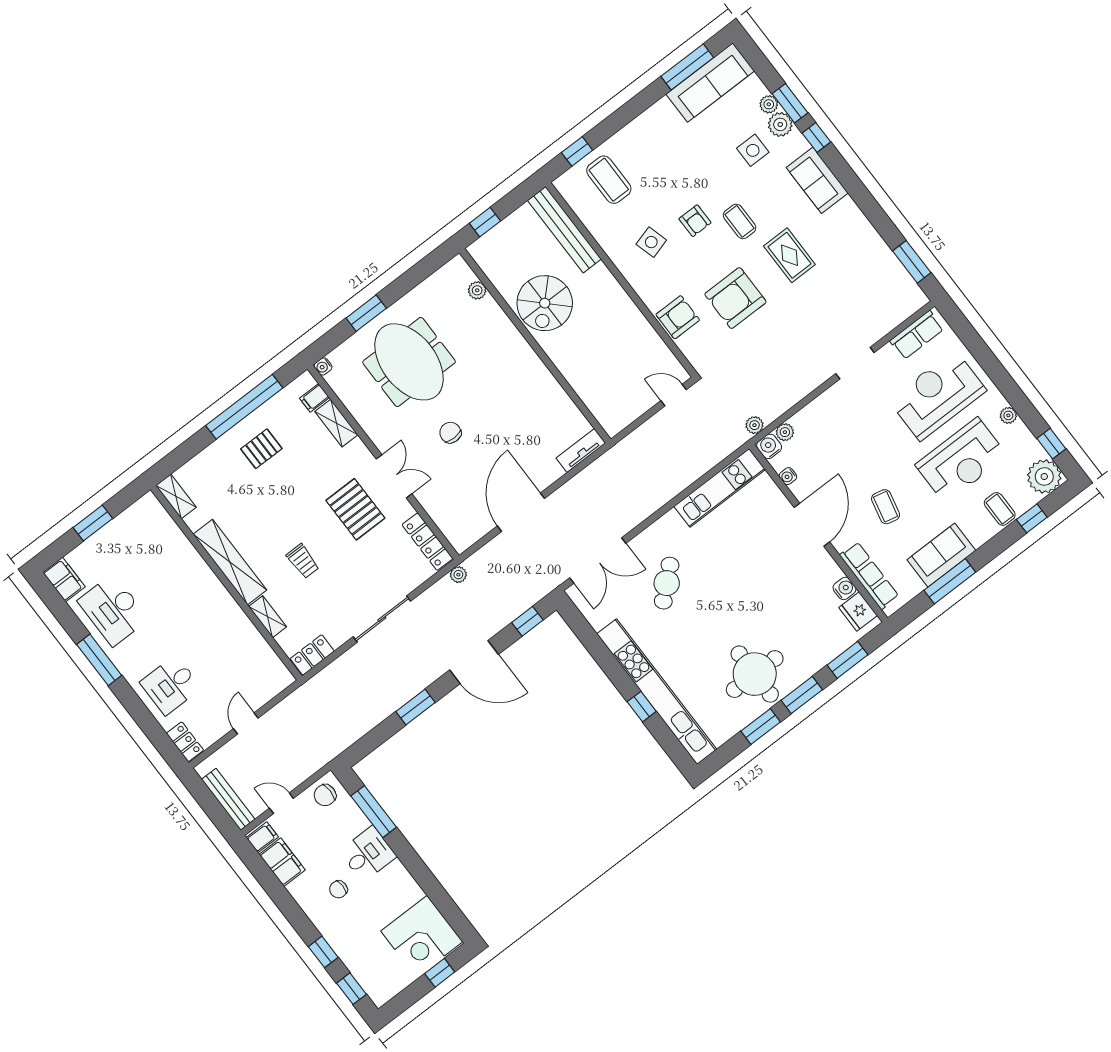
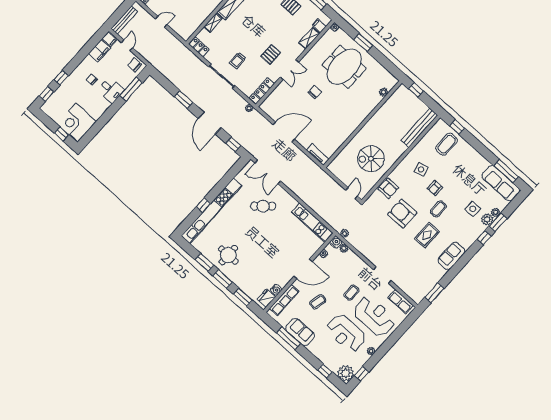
sofa: (817, 180) -> (451, 256), moved
spiral stairs: (545, 303) -> (371, 159), moved
pallet: (355, 509) -> (271, 54), width x0.67, depth x0.71
coffee table: (1000, 509) -> (351, 293), moved
trolley: (303, 561) -> (238, 61), moved
round table: (755, 674) -> (228, 255), width x0.73, depth x0.73

